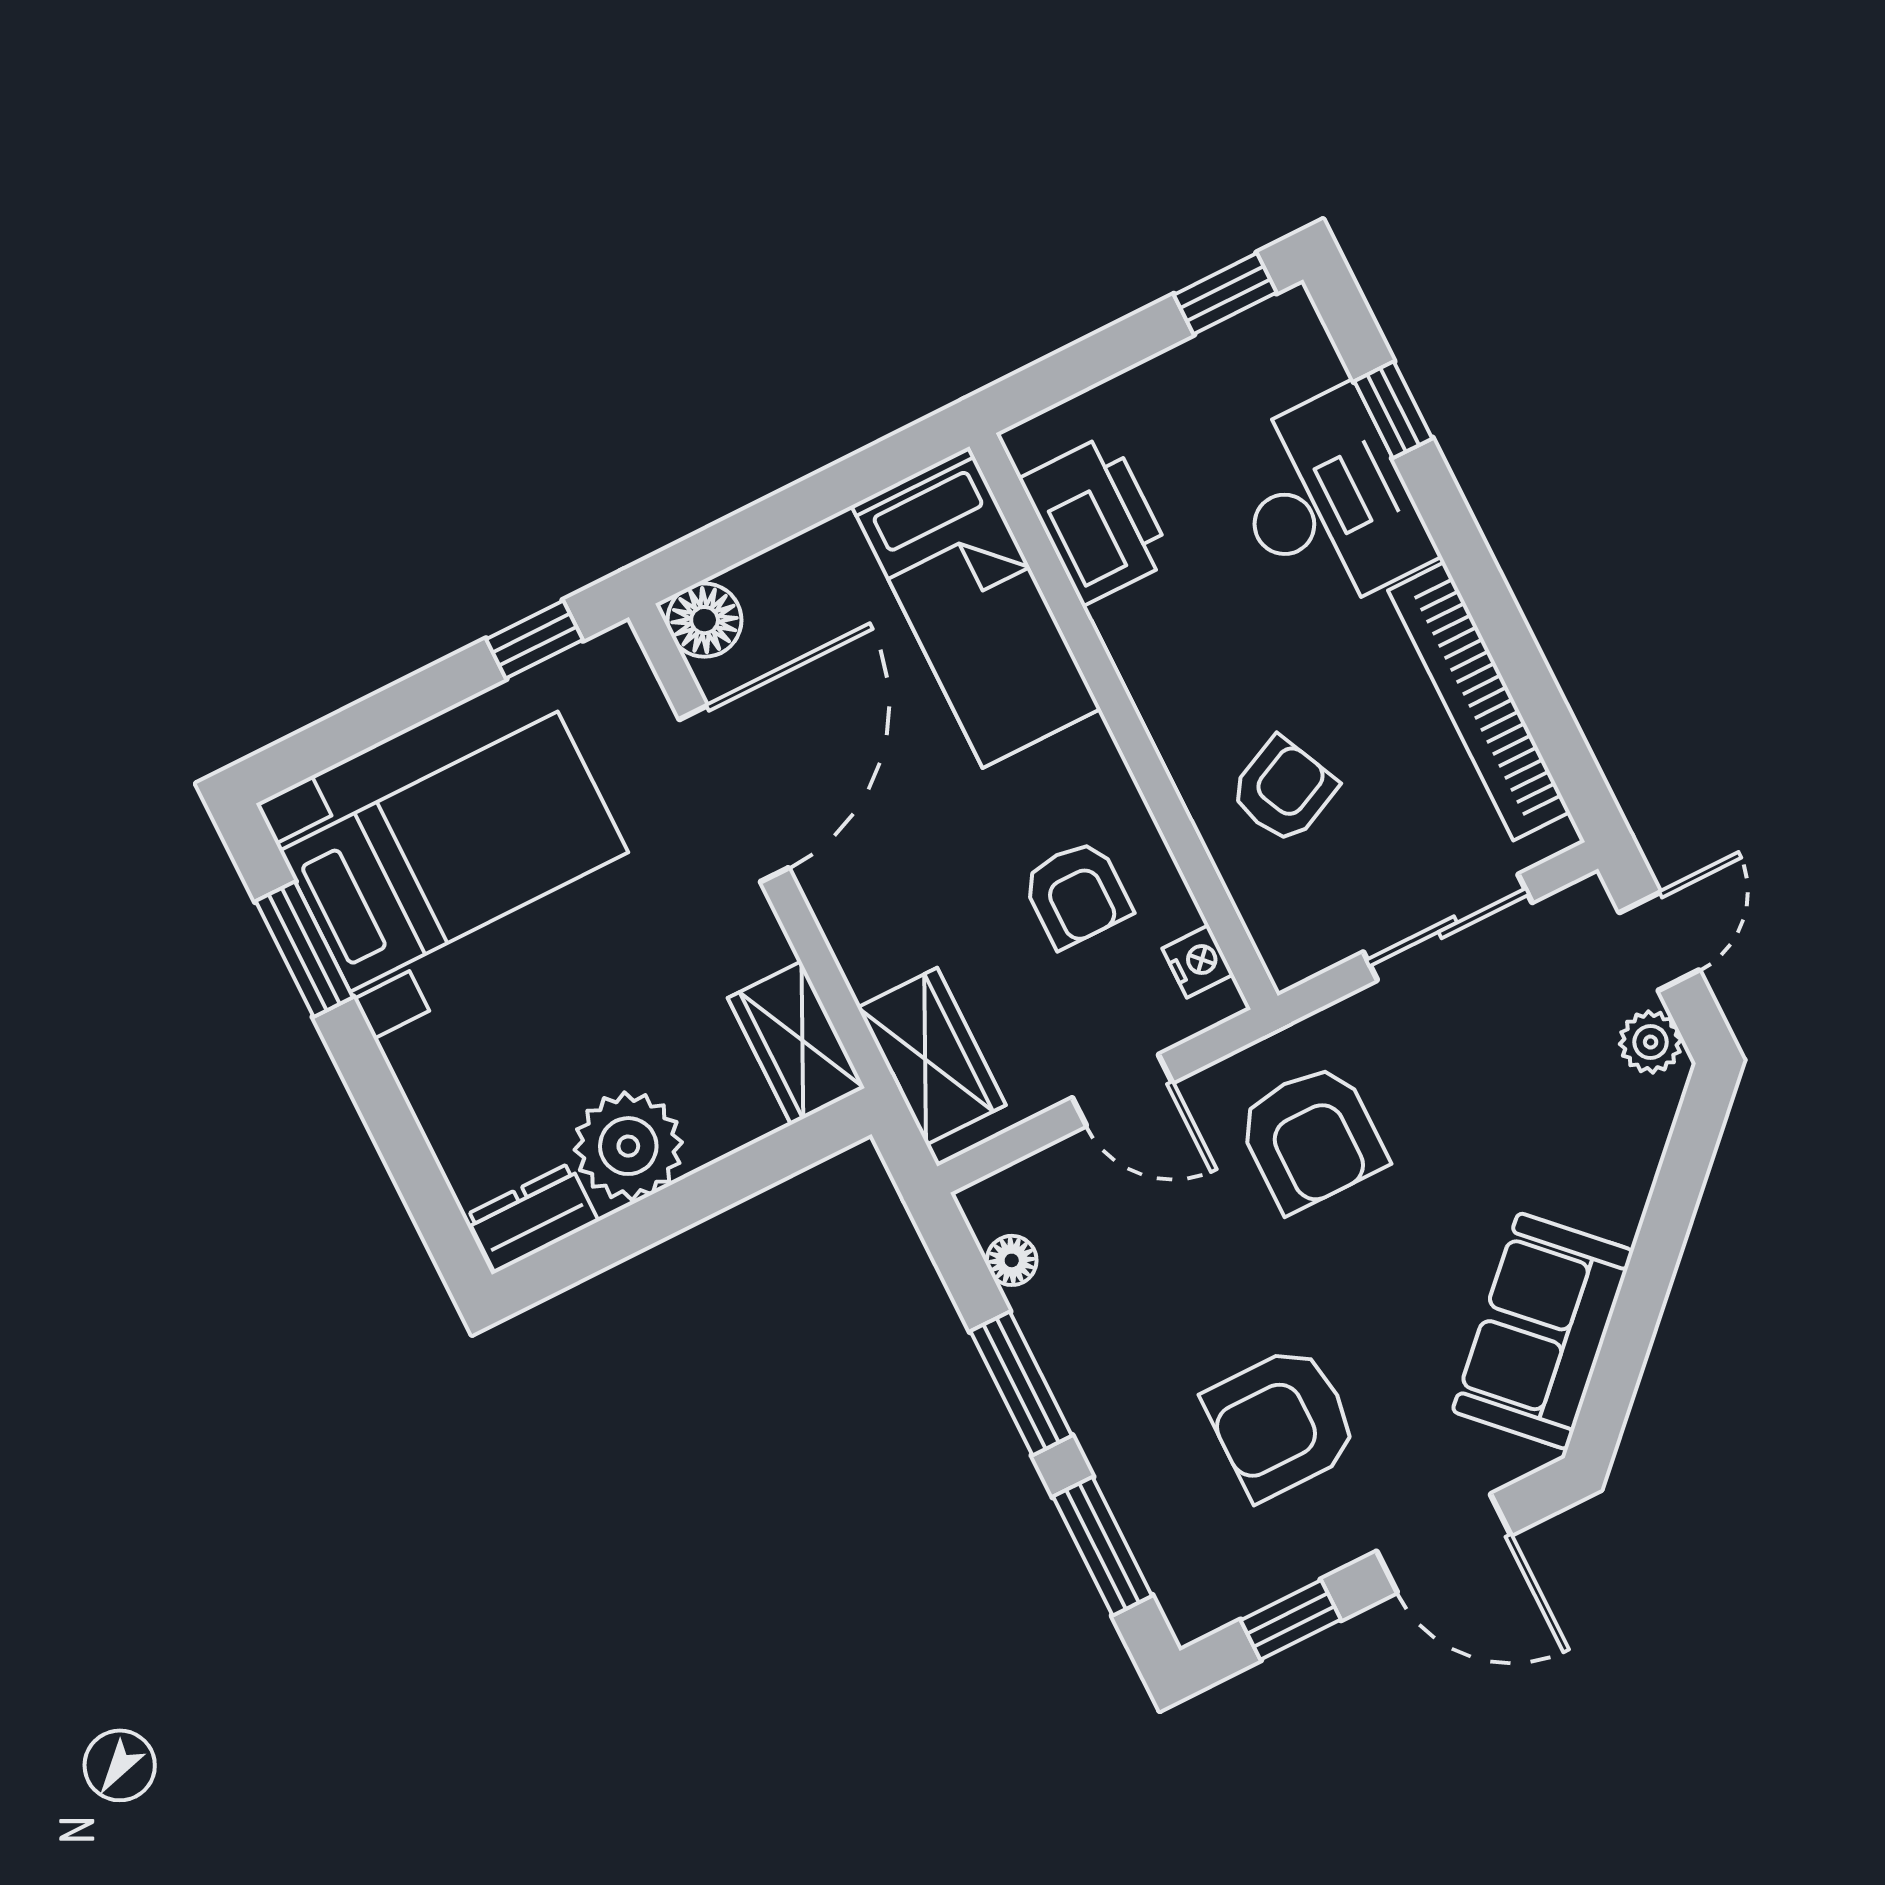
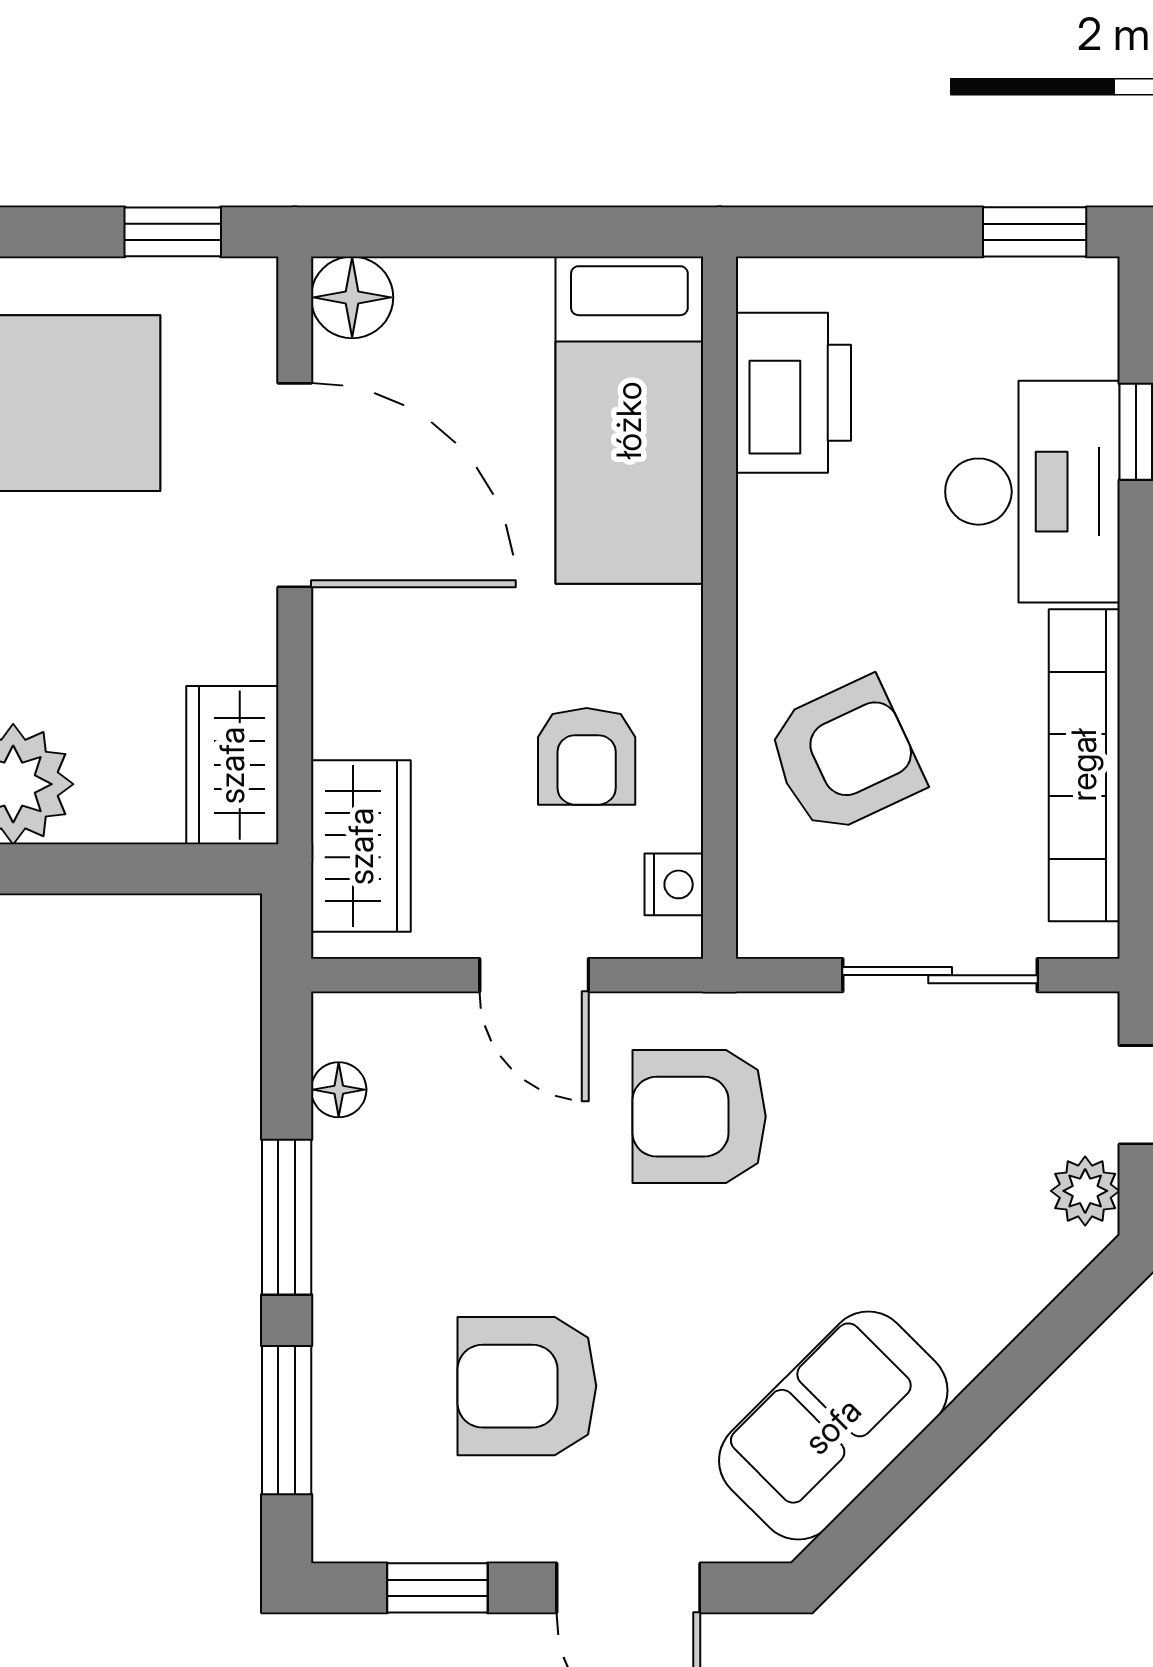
armchair: (1283, 790) -> (845, 756), width x1.38, depth x1.38
door: (734, 794) -> (295, 485), hinge flipped
armchair: (1311, 1137) -> (699, 1117), turned 90

